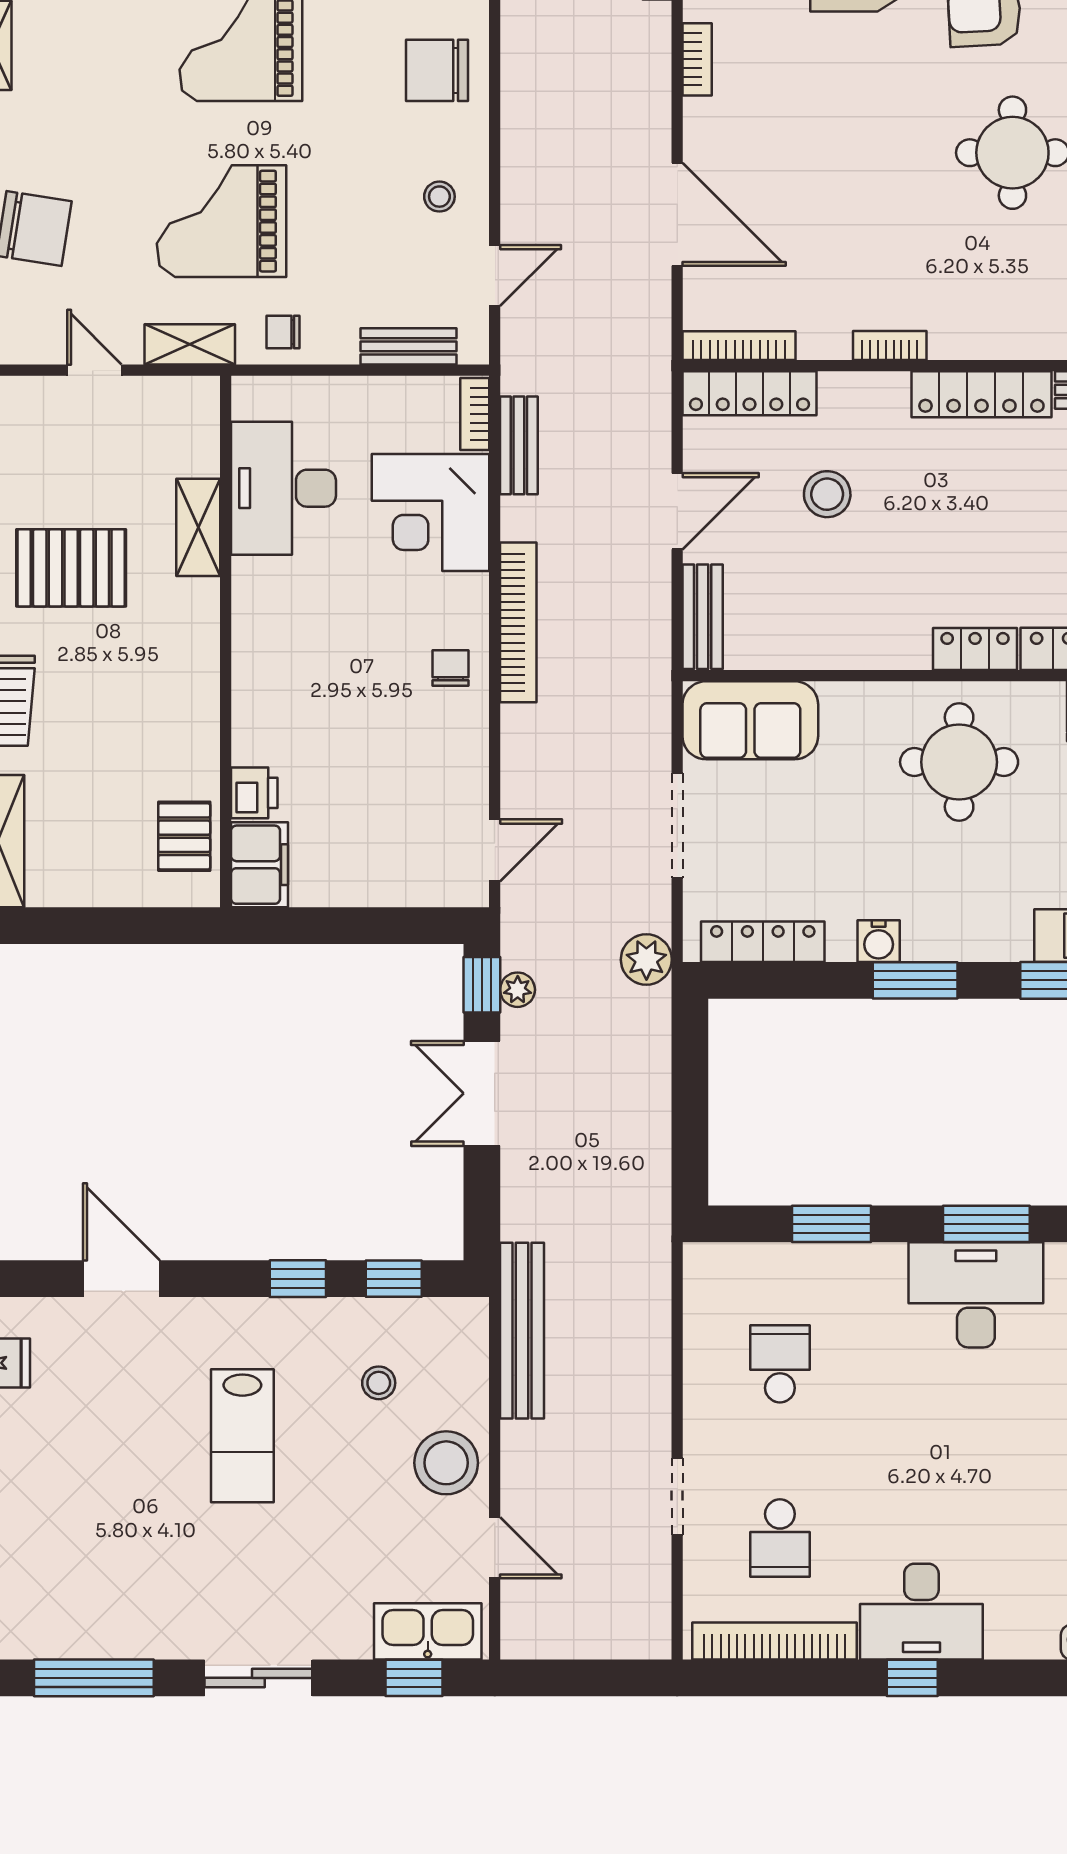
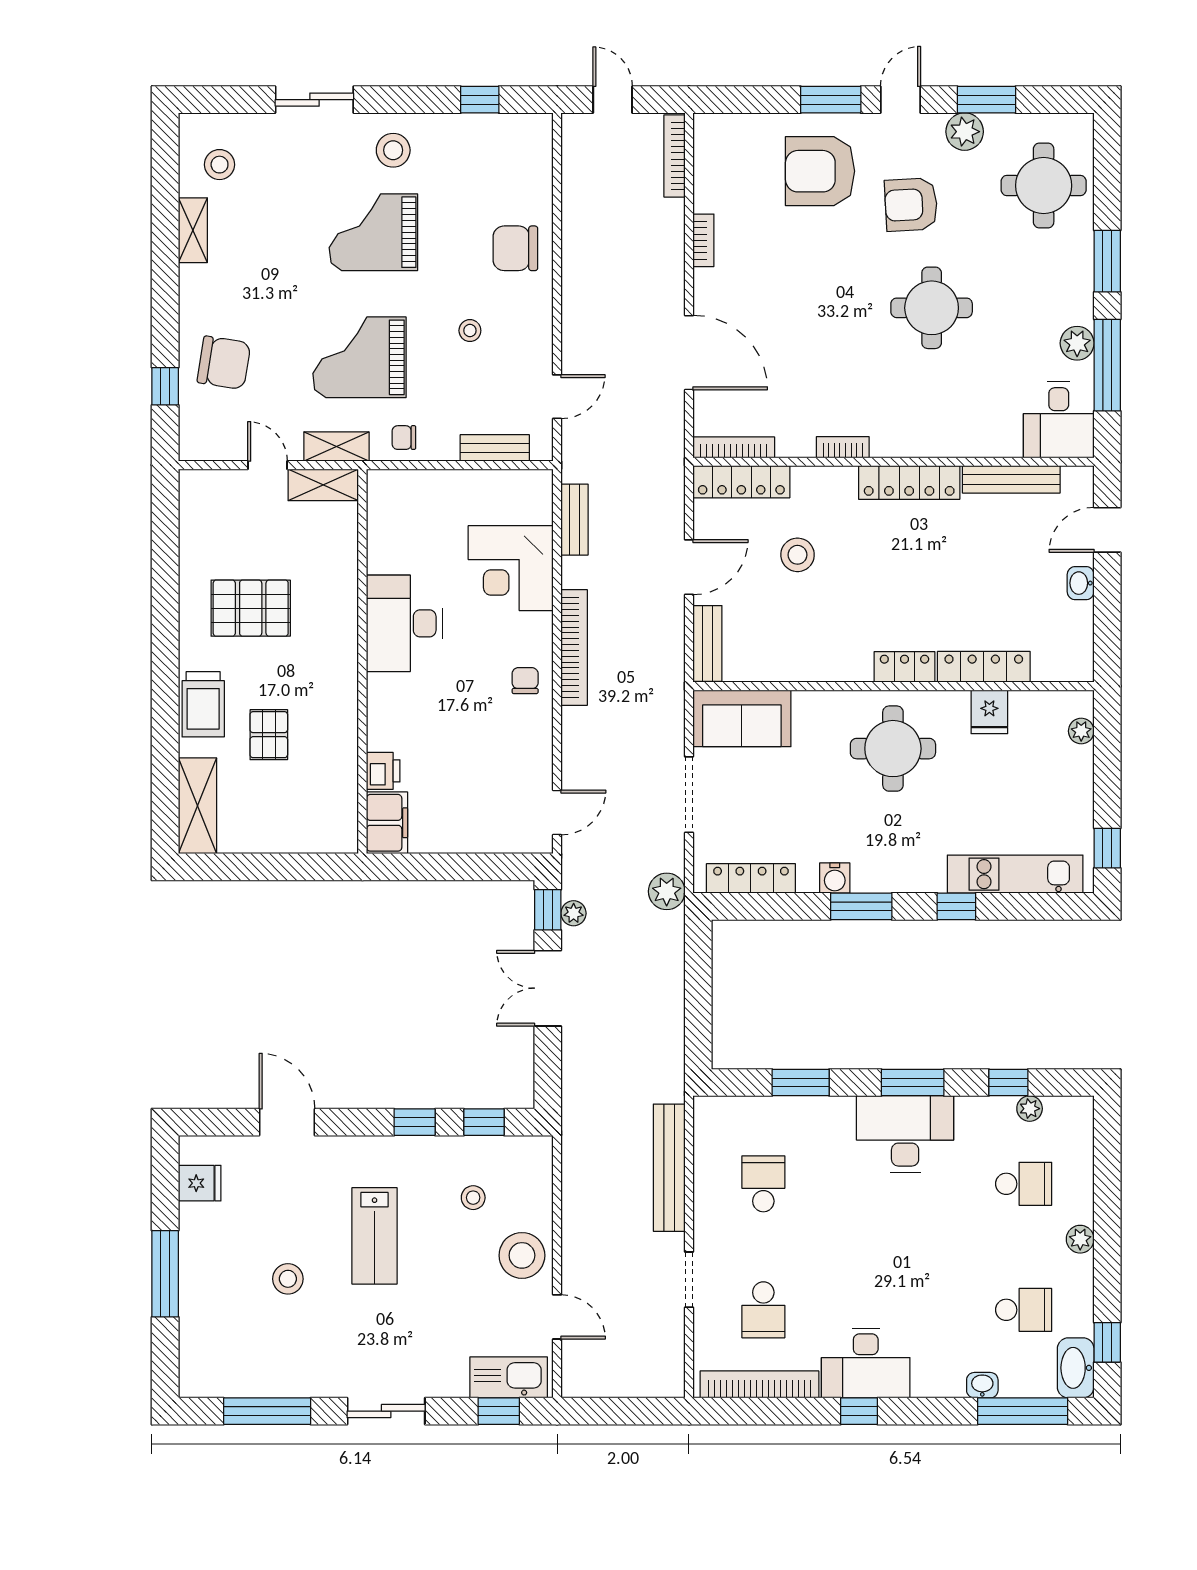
stool: (439, 197) -> (470, 331), moved
bookcase: (475, 414) -> (543, 497), removed
desk: (283, 488) -> (404, 623), moved
shelving: (198, 527) -> (323, 485), moved, turned 90
pallet: (184, 836) -> (269, 735), moved
bench: (522, 1331) -> (669, 1168), moved
stool: (123, 1495) -> (288, 1279), added

